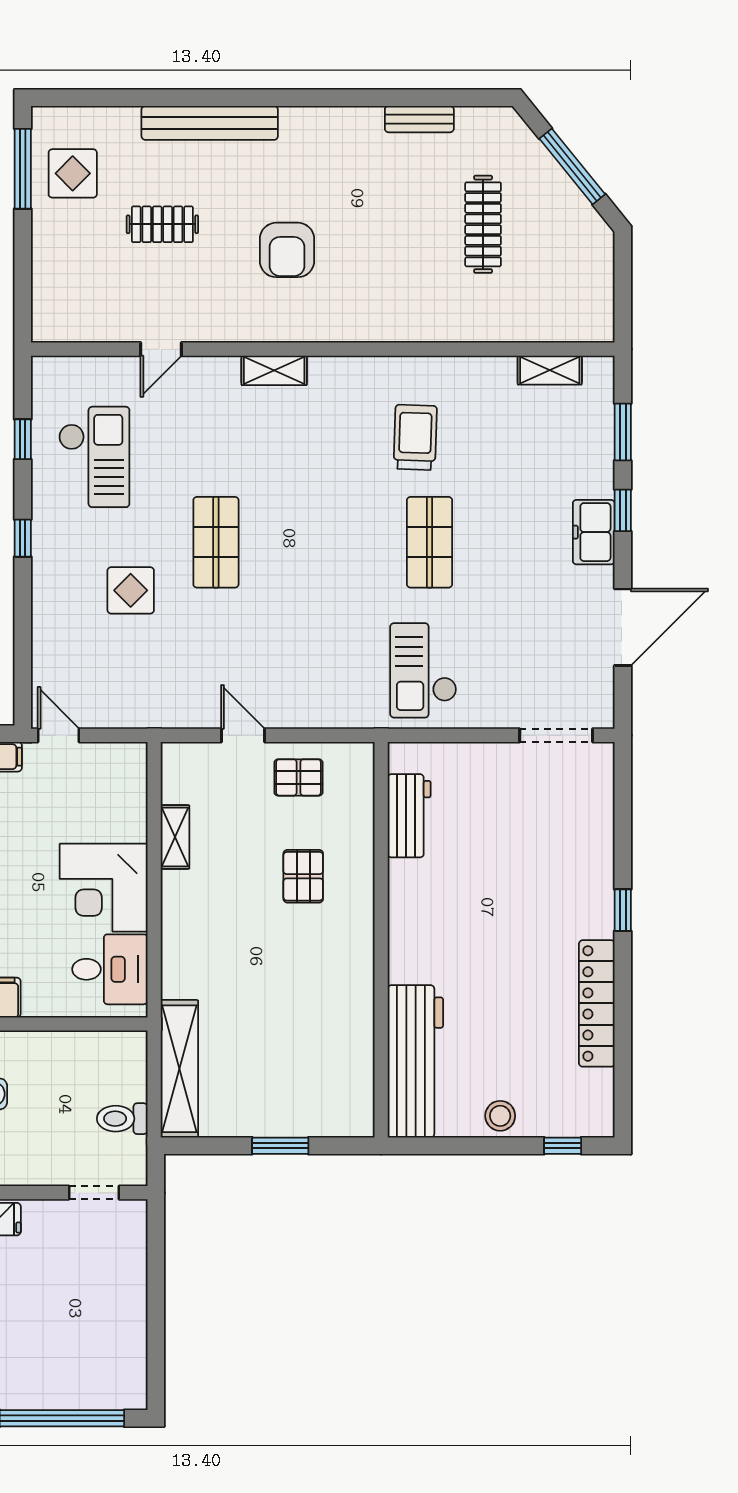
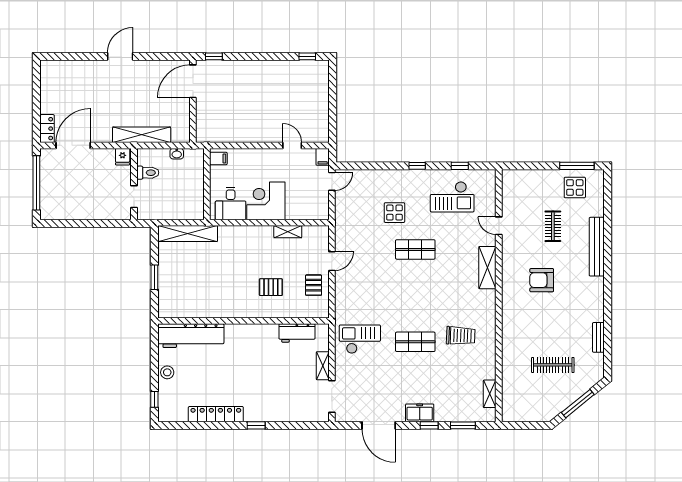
shelving: (274, 370) -> (487, 268), width x1.50, depth x1.33
shelving: (485, 756) -> (323, 366), added
toilet: (122, 1119) -> (148, 173), moved, turned 90

